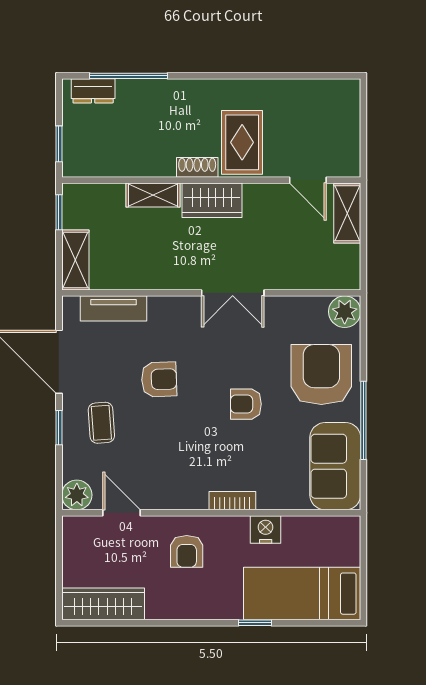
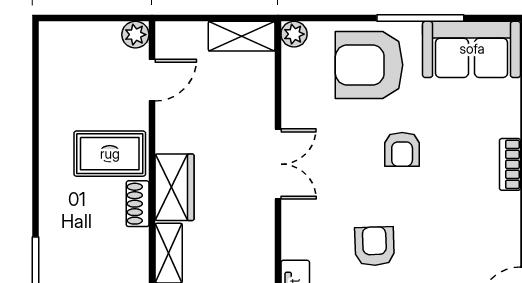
plant: (349, 165) -> (135, 35), added
shelving: (347, 213) -> (242, 36), moved
plant: (345, 312) -> (294, 34), width x0.73, depth x0.73

